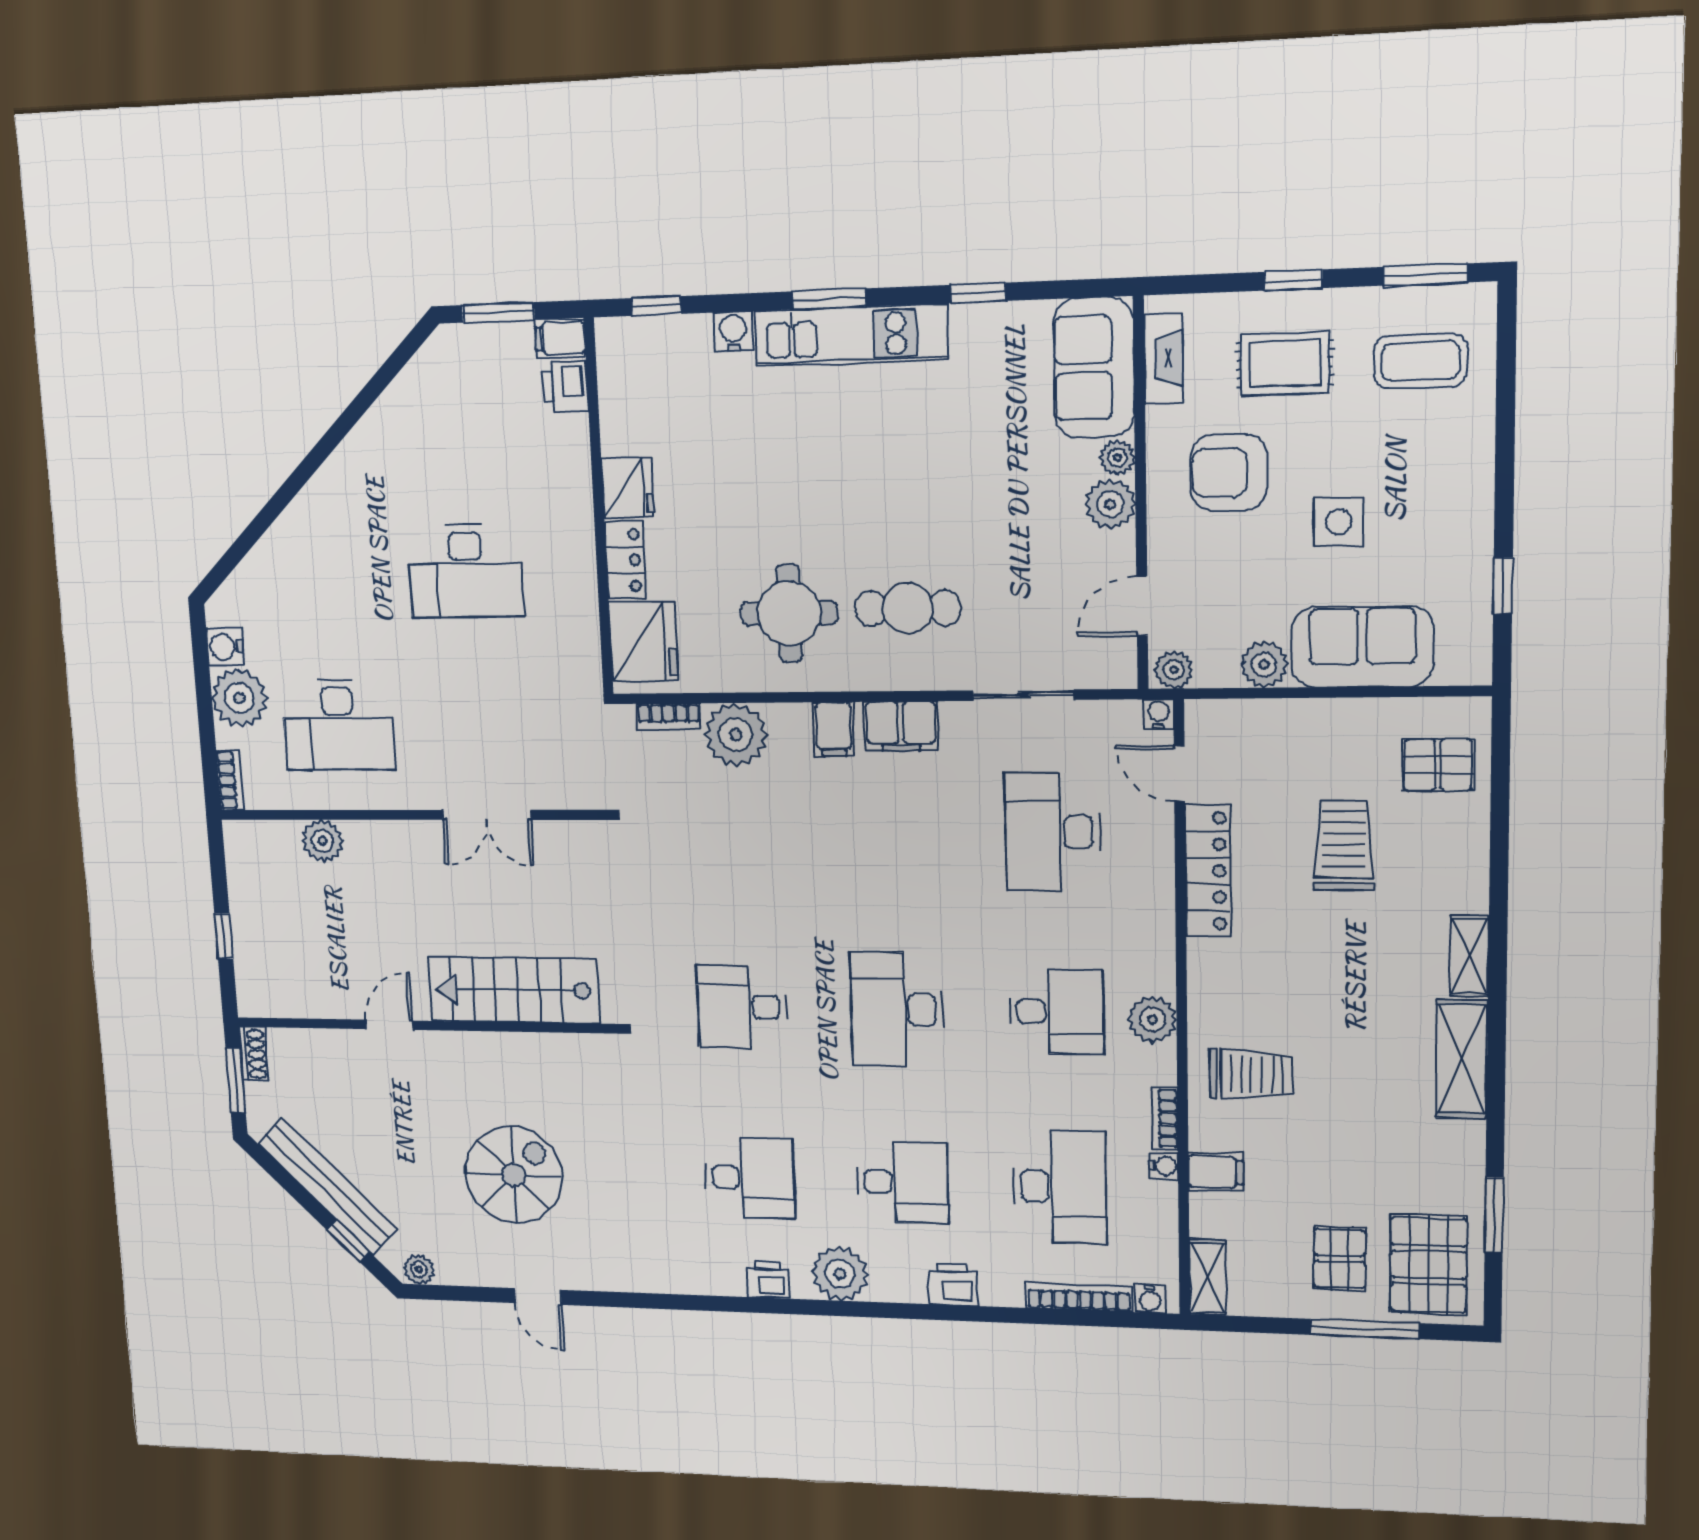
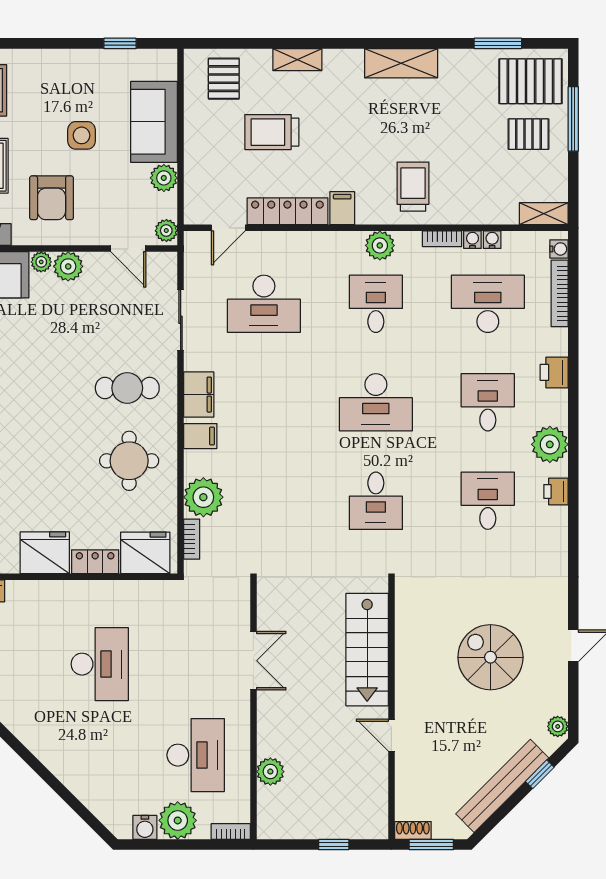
fridge: (627, 488) -> (45, 553), width x1.36, depth x1.34
cafe table: (908, 608) -> (127, 388), turned 90
water cooler: (1159, 714) -> (492, 240), moved, turned 90
shelving: (1469, 956) -> (297, 60), moved
filing cabinet: (1216, 1172) -> (342, 208), moved

